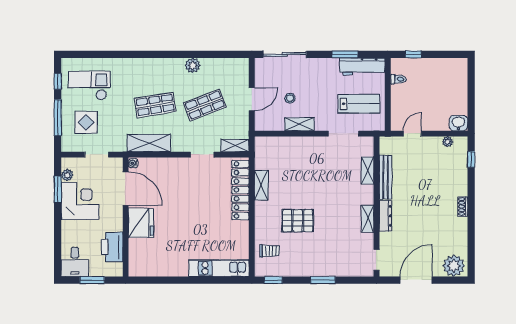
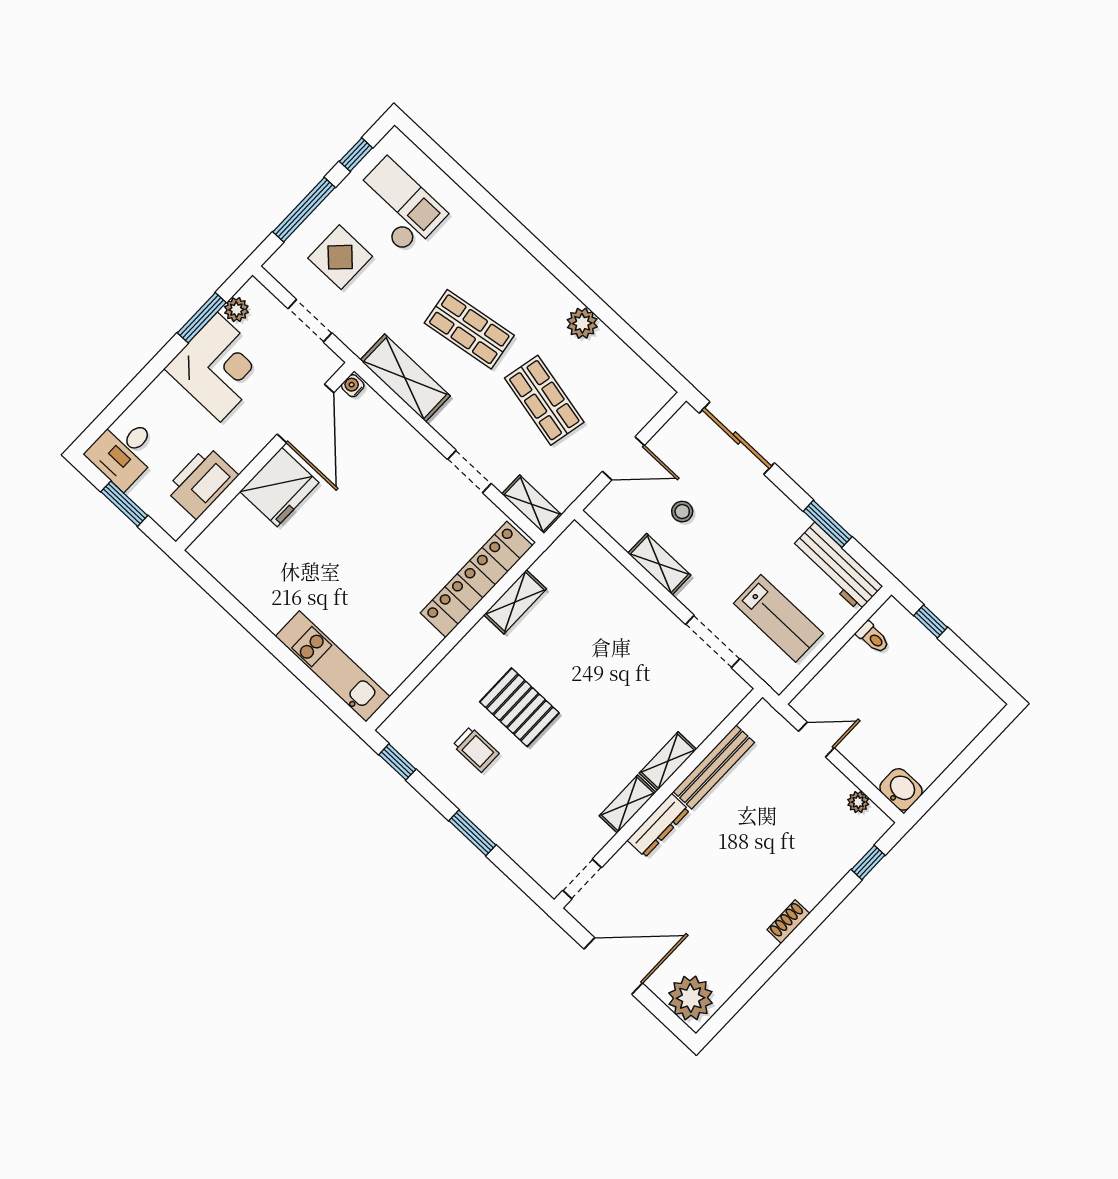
shop shelf: (205, 105) -> (544, 400), turned 33
shelving: (368, 171) -> (668, 761), moved
trolley: (270, 251) -> (476, 749), moved

